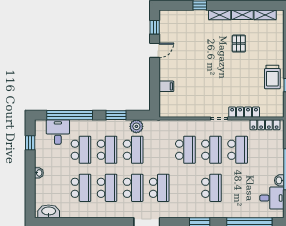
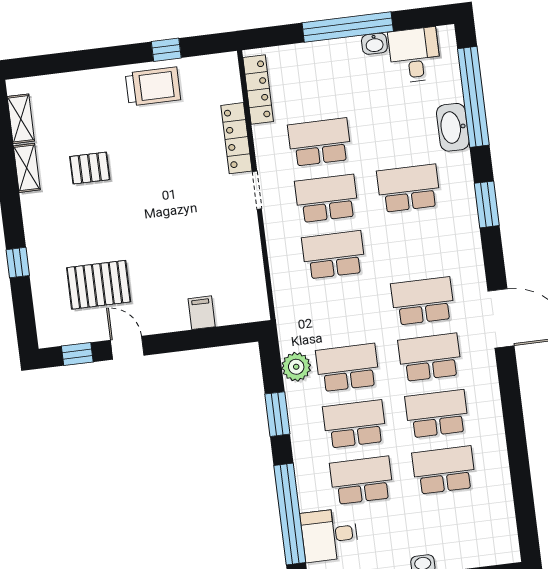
shelving: (220, 15) -> (33, 217), removed
pallet: (185, 41) -> (99, 285), added
washbasin: (49, 211) -> (453, 127), moved

